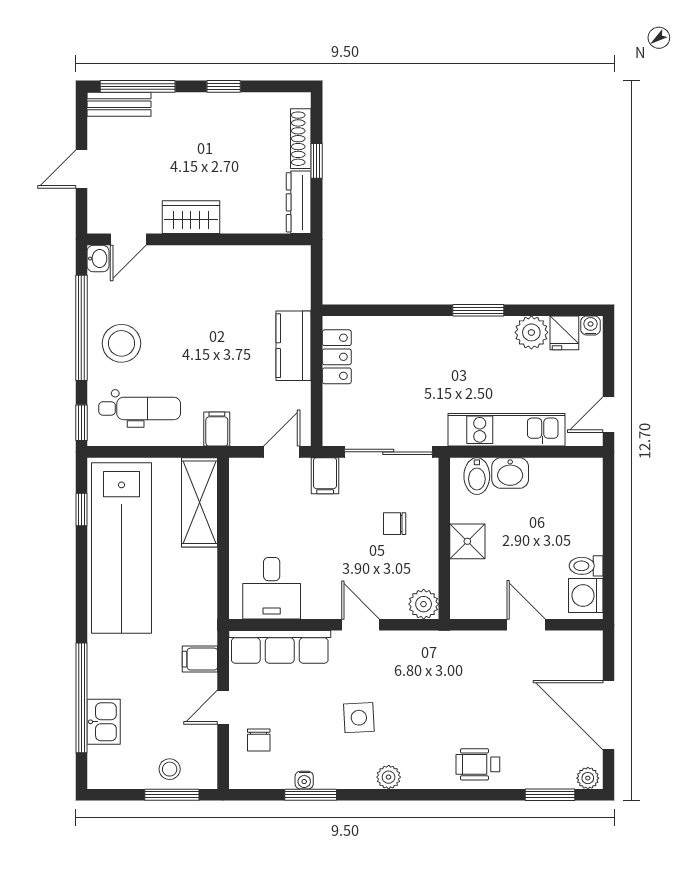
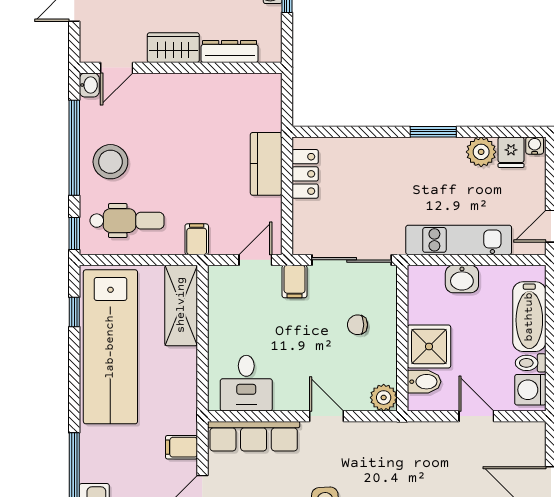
dresser: (299, 202) -> (230, 51), moved, turned 90
bidet: (477, 476) -> (424, 382), moved, turned -90
bathtub: (585, 515) -> (529, 317), added
shower: (467, 541) -> (429, 346), width x1.36, depth x1.36

